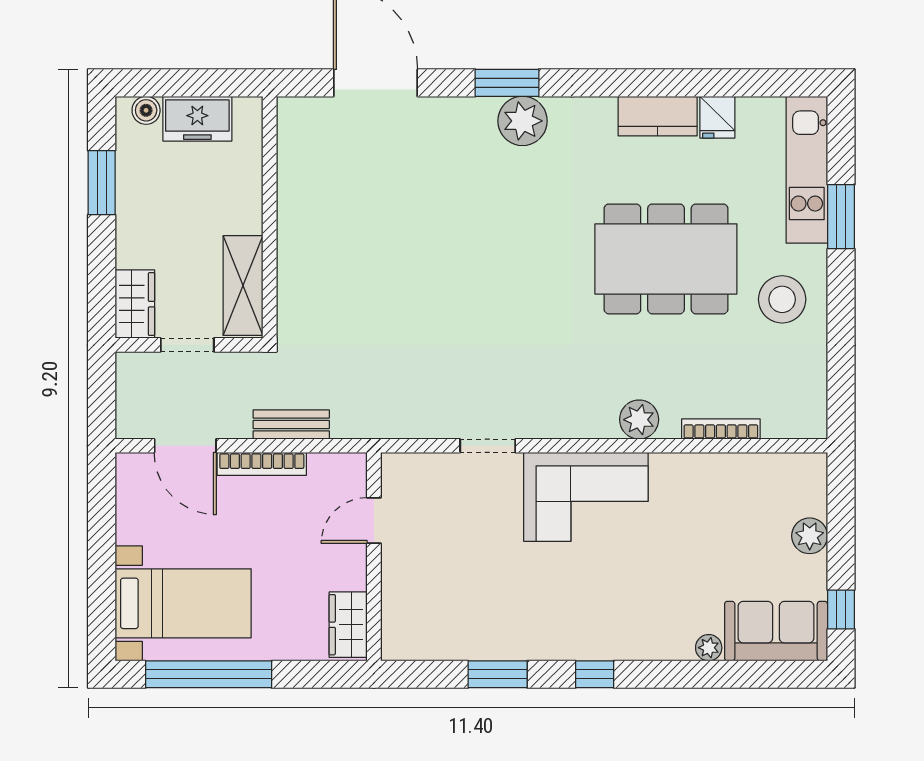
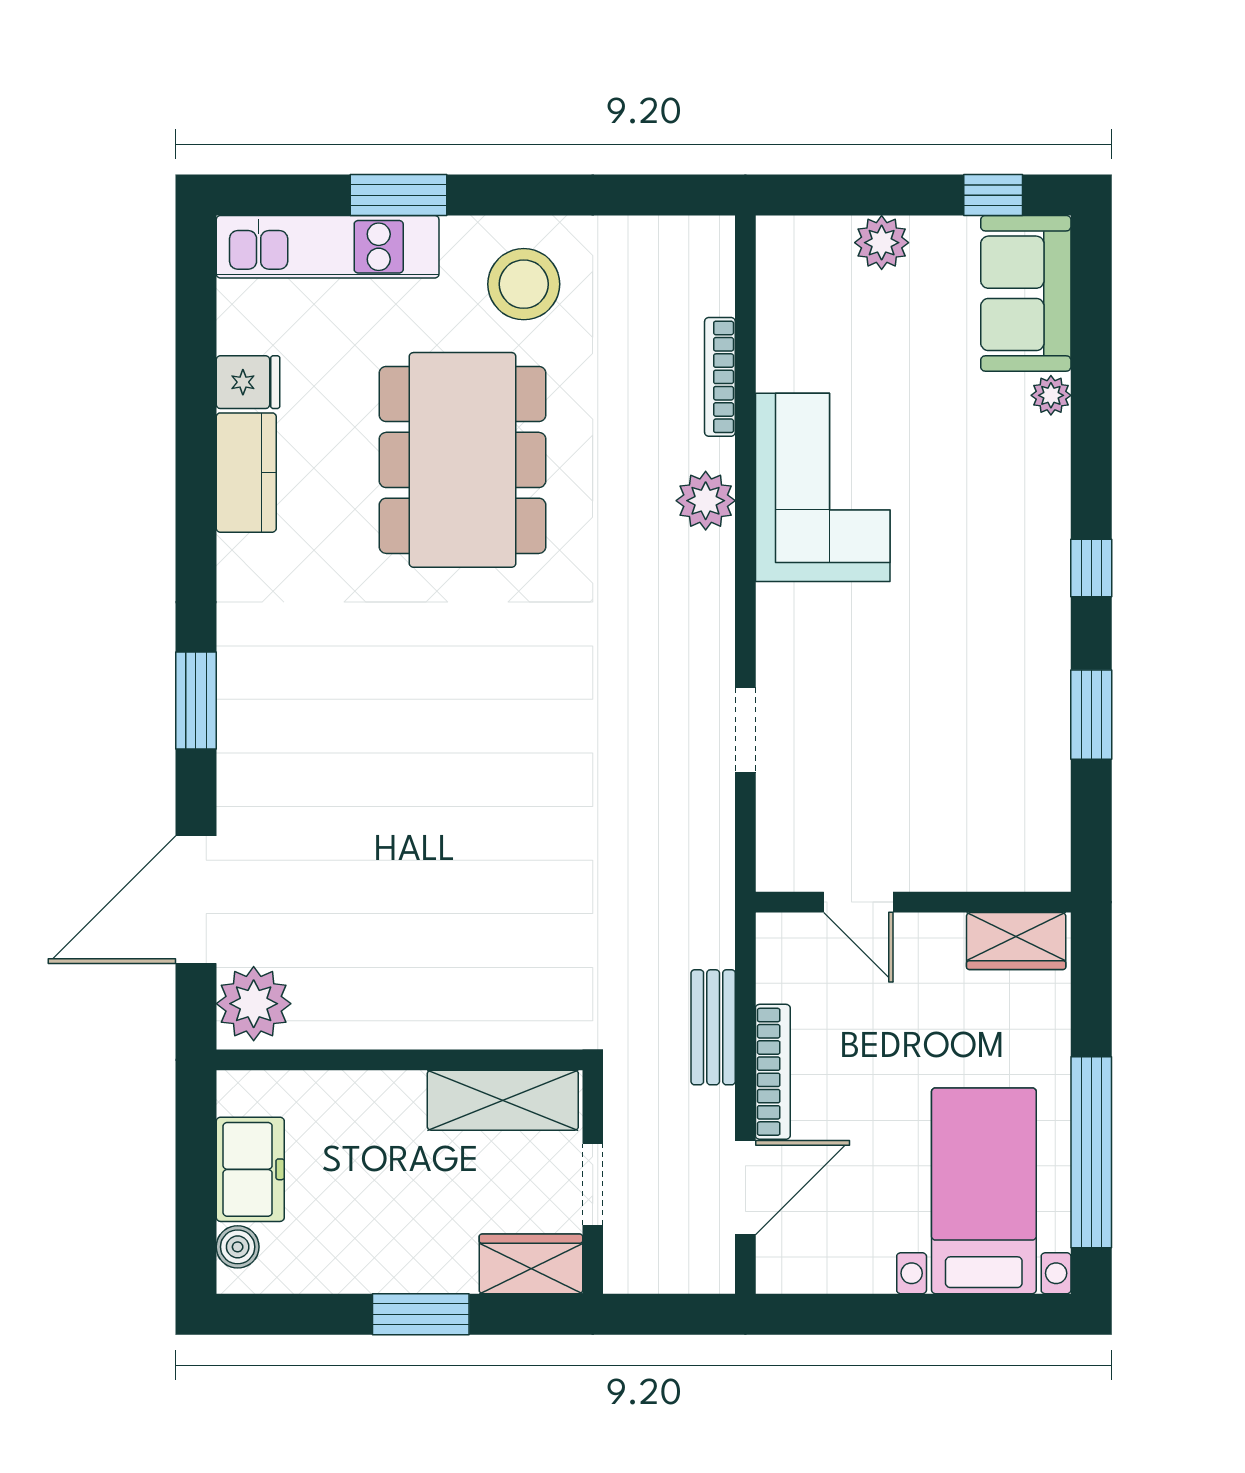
plant: (523, 121) -> (254, 1004), moved
window: (102, 183) -> (421, 1314), moved
corner sofa: (586, 497) -> (823, 487), moved

